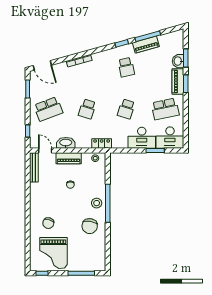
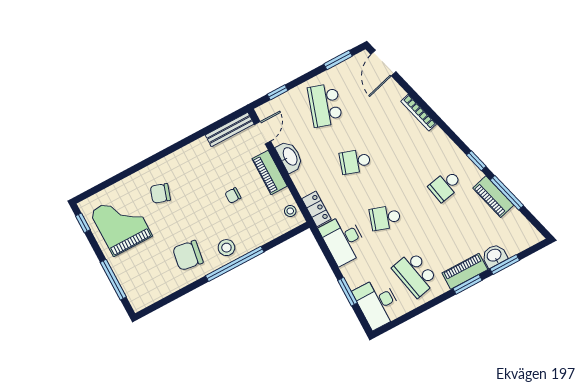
school desk: (48, 109) -> (325, 105), turned 39
desk: (142, 138) -> (343, 239), moved
grand piano: (53, 253) -> (121, 224), turned 90

